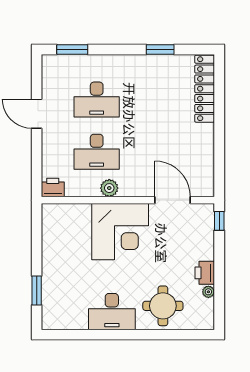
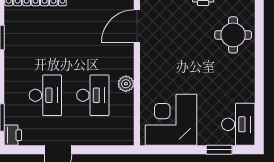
printer: (53, 187) -> (13, 135), moved, turned 180
corner desk: (120, 232) -> (171, 120), moved, turned -90
desk: (112, 312) -> (238, 124), moved

